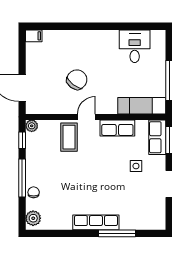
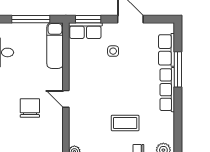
chair: (77, 80) -> (30, 108), turned 53
row of seats: (117, 128) -> (167, 50), moved, turned 180
coffee table: (69, 137) -> (125, 123), moved

